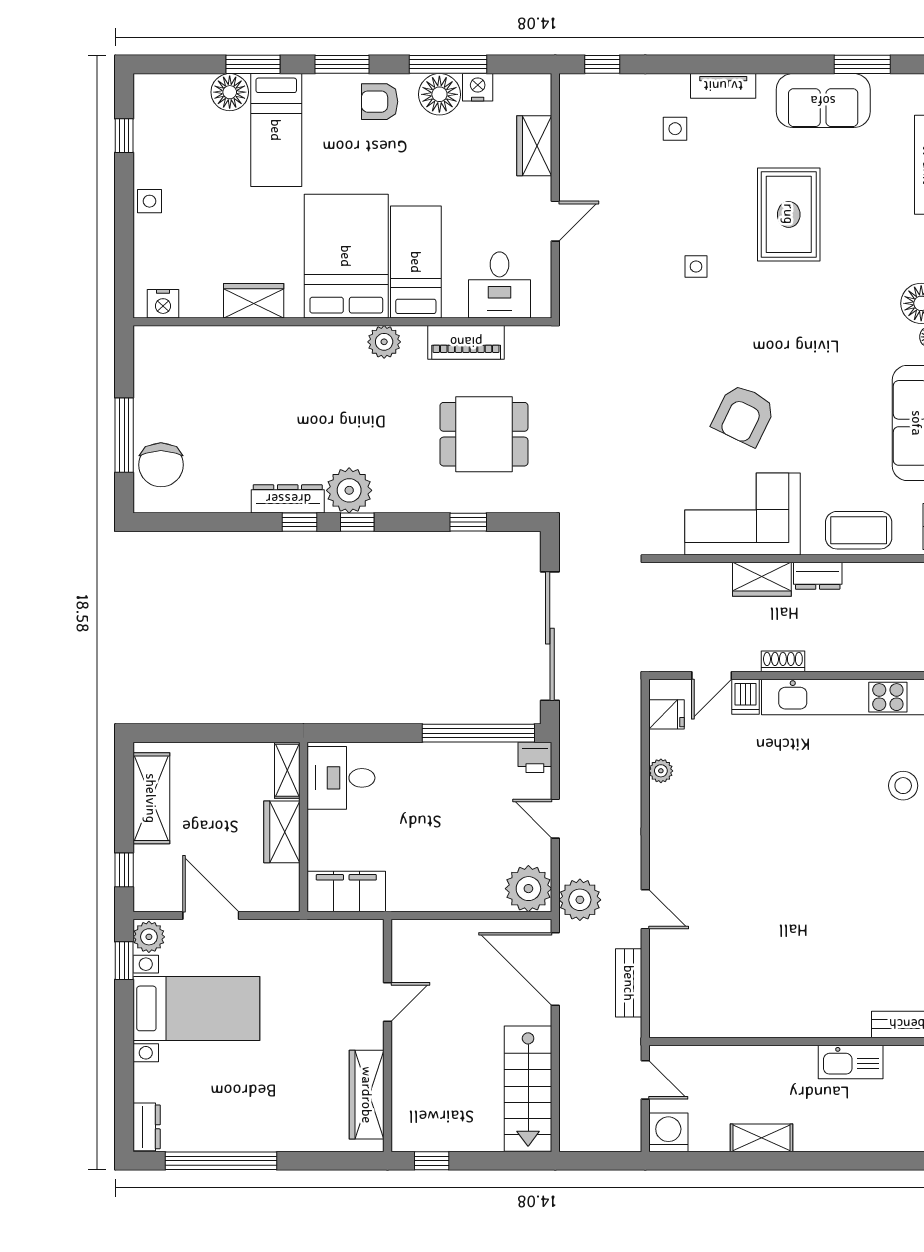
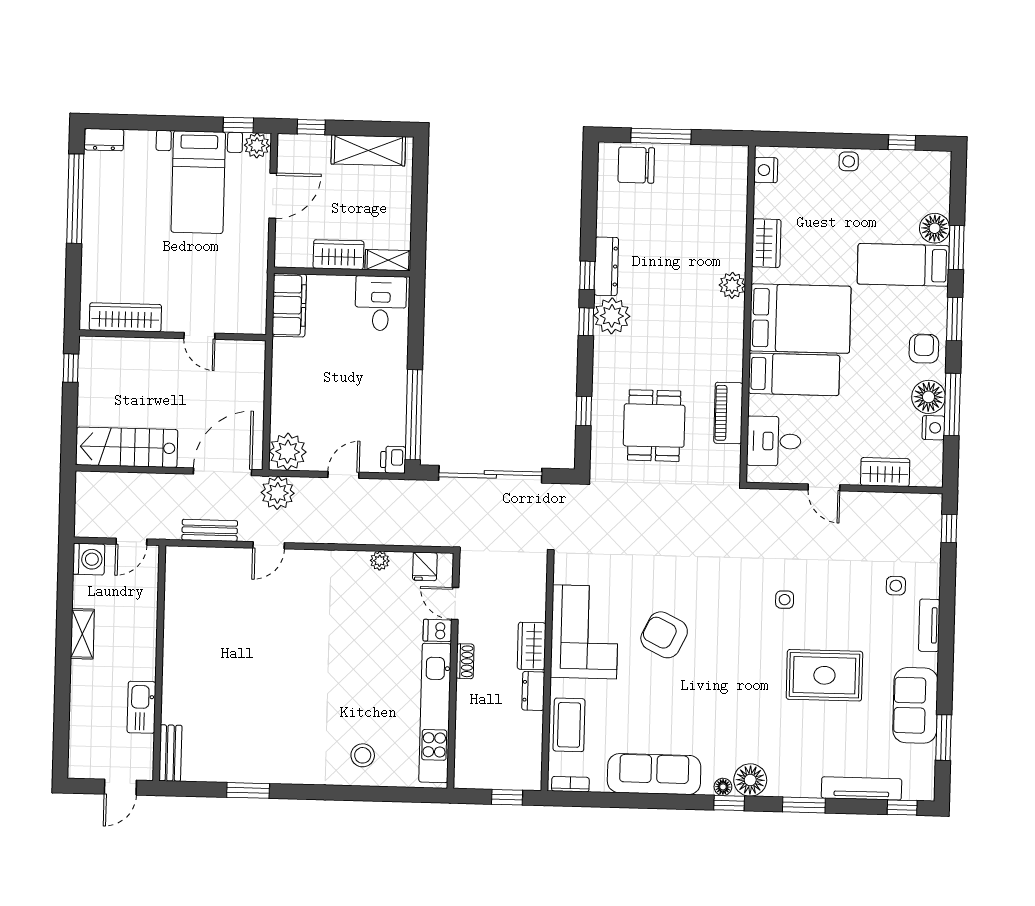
plant: (384, 342) -> (732, 285), moved

